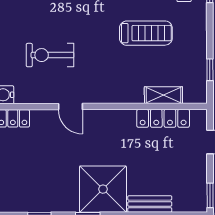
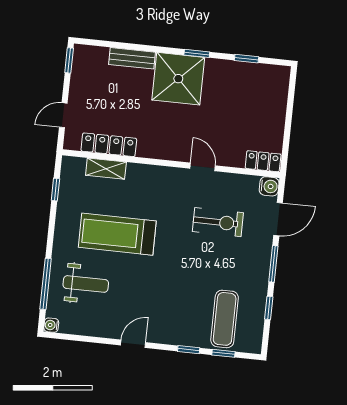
treadmill: (146, 33) -> (117, 234), width x1.37, depth x1.38

